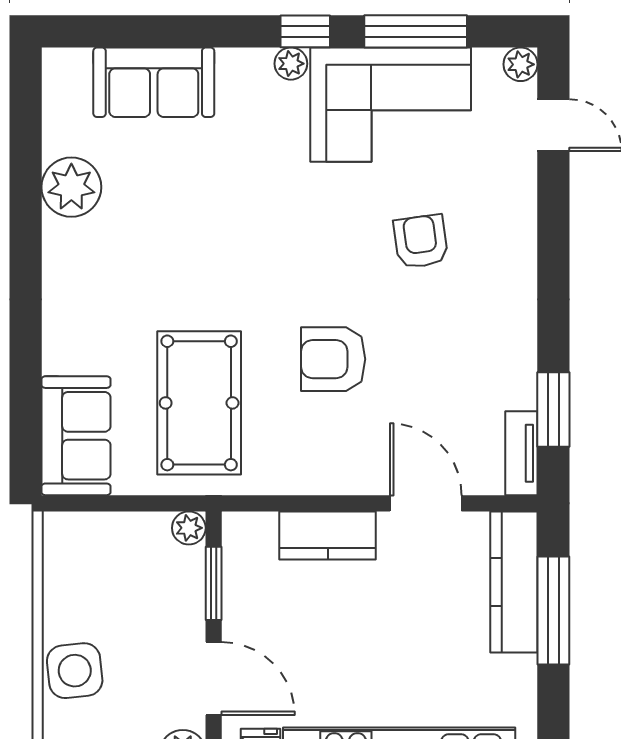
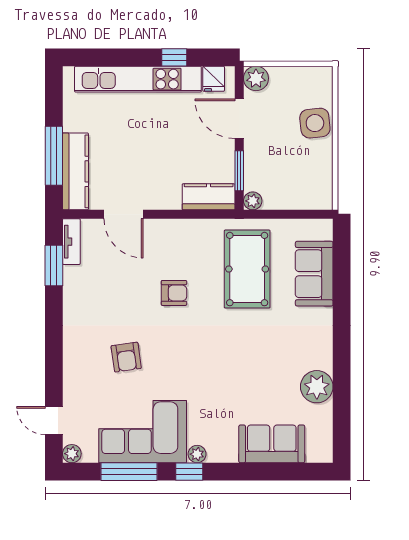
armchair: (333, 359) -> (174, 293), width x0.72, depth x0.72
sofa: (76, 436) -> (314, 274), moved
kitchen counter: (328, 535) -> (209, 197), moved

